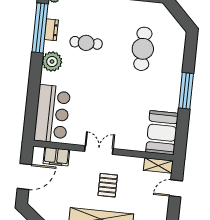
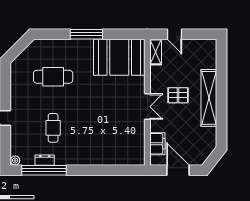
plant: (52, 62) -> (73, 157), removed
bar counter: (52, 114) -> (120, 151), removed
booth: (162, 133) -> (119, 57), width x1.36, depth x1.42
double door: (99, 150) -> (147, 107), swing flipped

